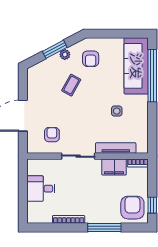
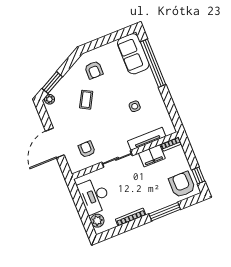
window: (55, 49) -> (52, 83), moved
plant: (65, 55) -> (50, 99), moved
sofa: (136, 66) -> (133, 54), width x0.73
desk: (41, 189) -> (94, 196), width x1.37
plant: (34, 210) -> (97, 221), added

